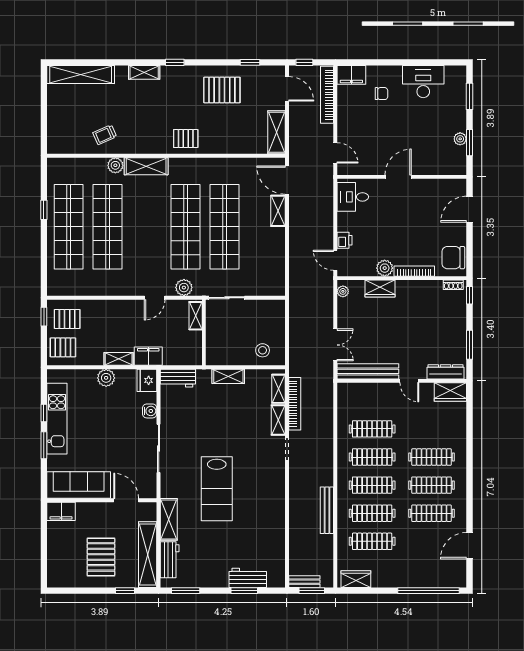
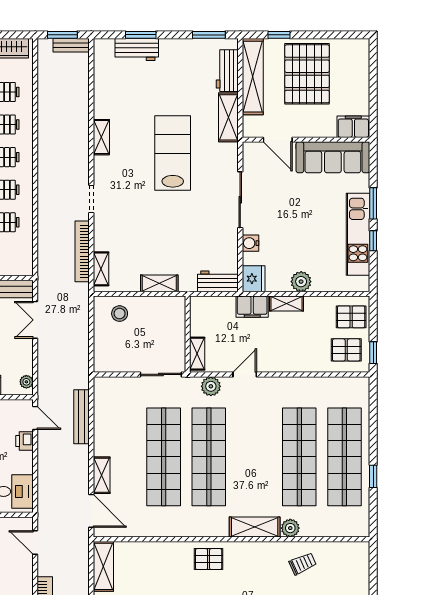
shelving: (278, 420) -> (101, 137), moved
bench: (327, 510) -> (82, 417), moved
pallet: (101, 557) -> (307, 74), width x1.37, depth x1.41

